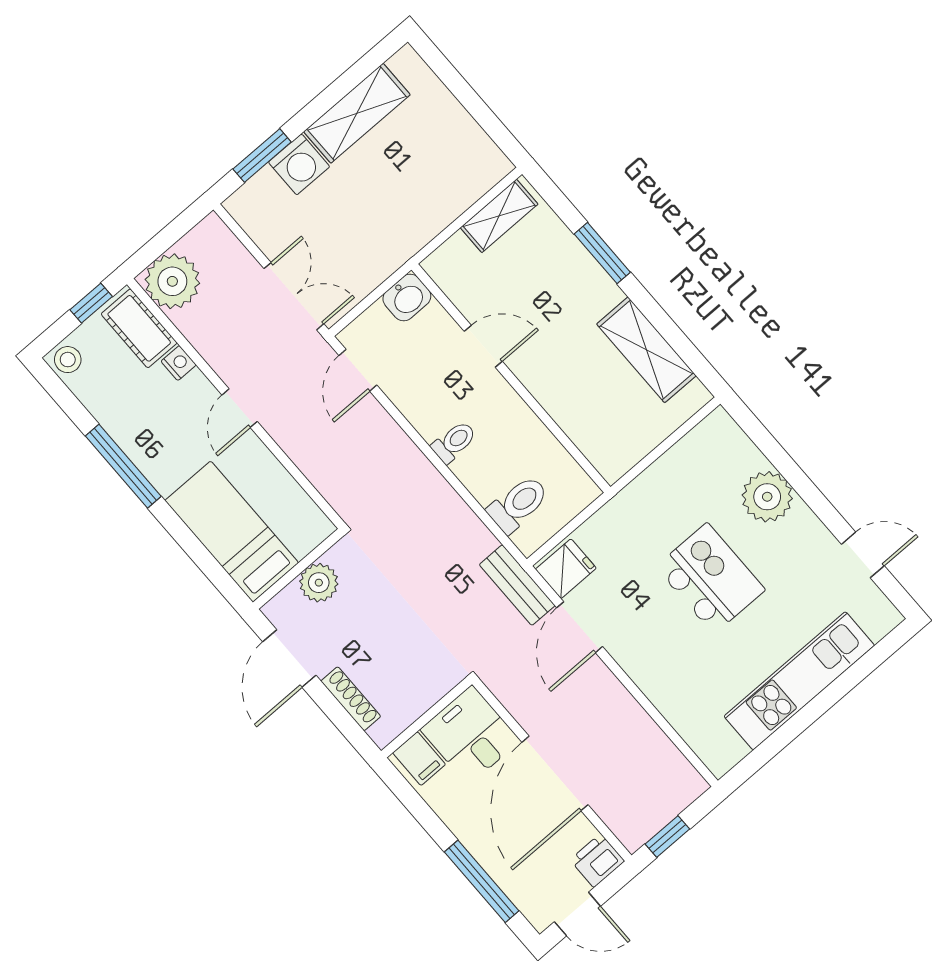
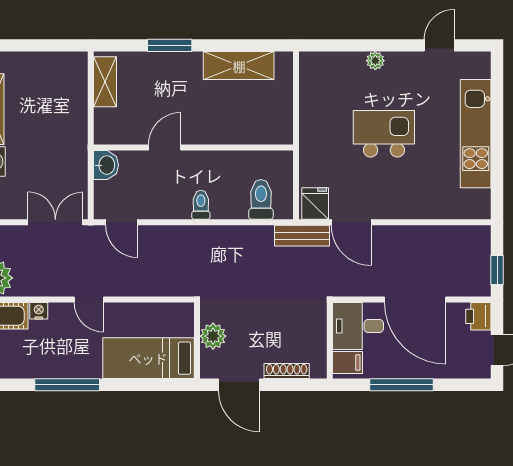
plant: (767, 497) -> (375, 61), width x0.53, depth x0.53
window: (482, 881) -> (401, 385), moved

